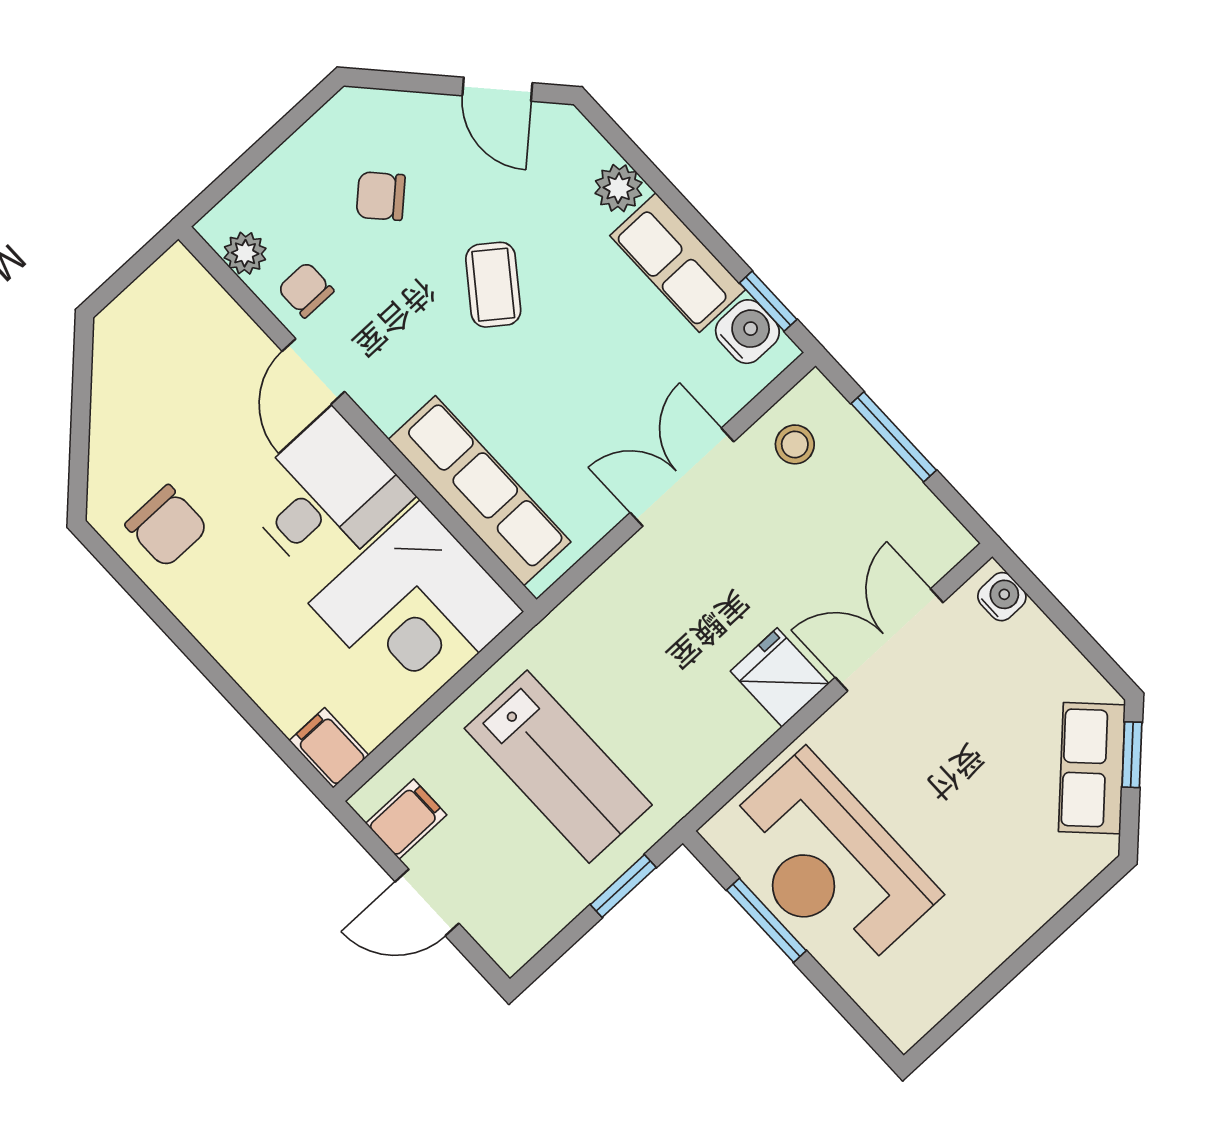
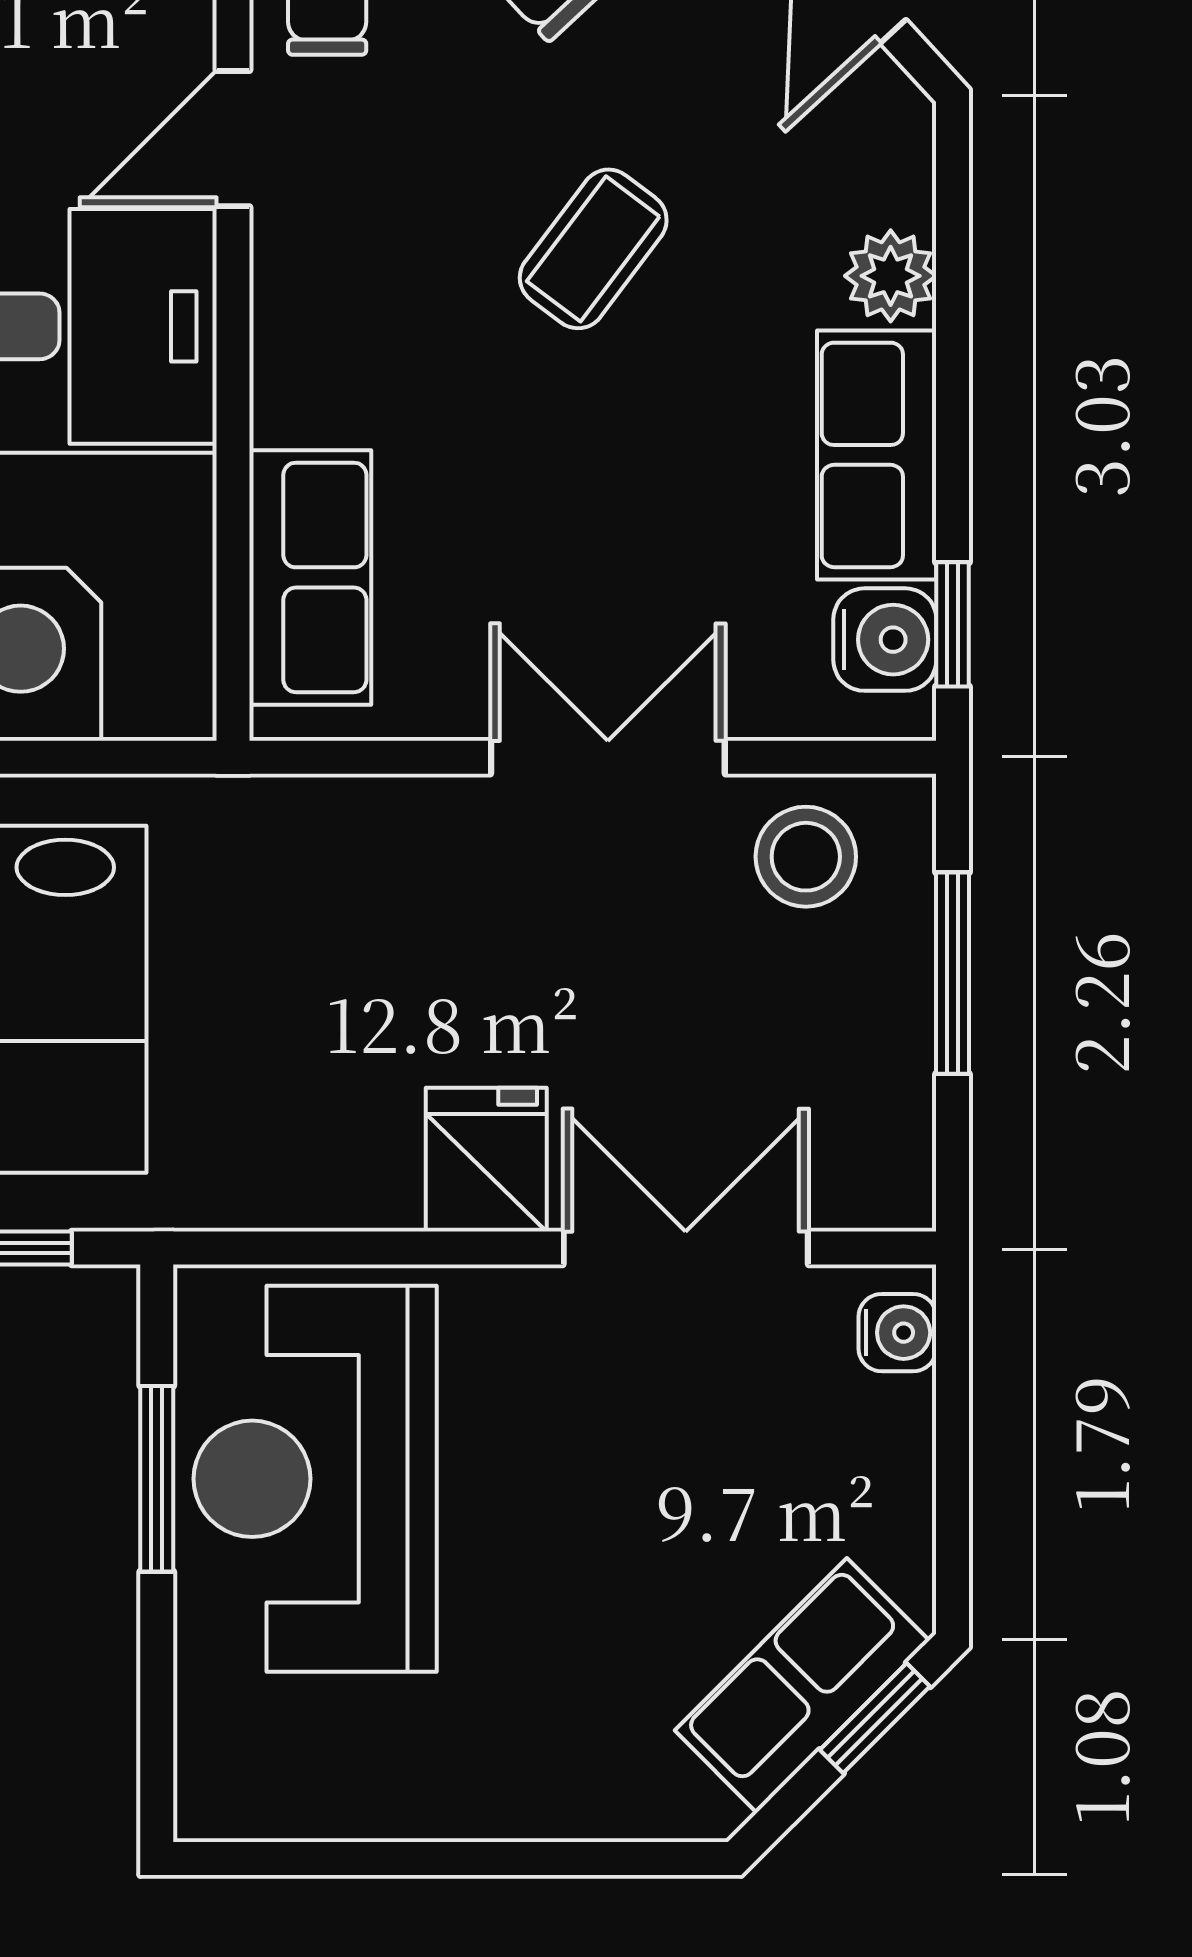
stool: (795, 444) -> (806, 857), width x1.37, depth x1.37
row of seats: (480, 491) -> (310, 577), width x0.68

